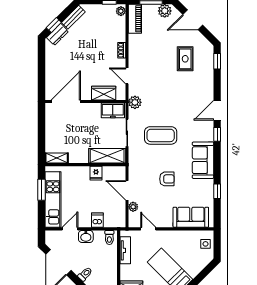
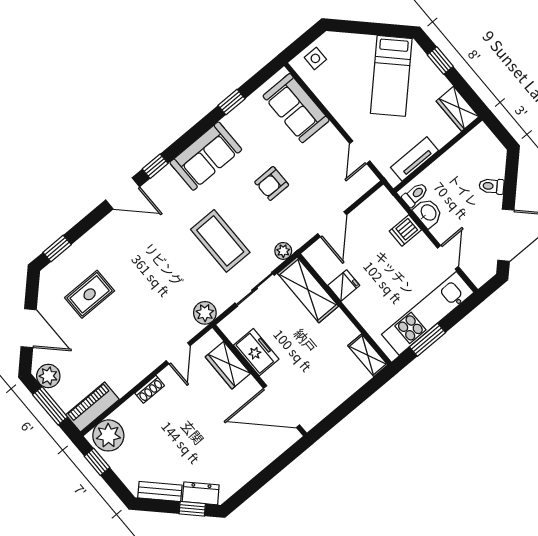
plant: (121, 11) -> (108, 435), width x1.88, depth x1.88
freezer: (113, 110) -> (256, 352), moved
armchair: (167, 179) -> (272, 184), turned -90
plant: (133, 207) -> (283, 251), moved
door: (70, 229) -> (448, 257), swing flipped
washbasin: (86, 236) -> (428, 213), moved

